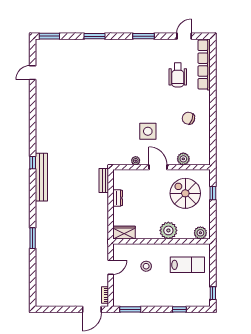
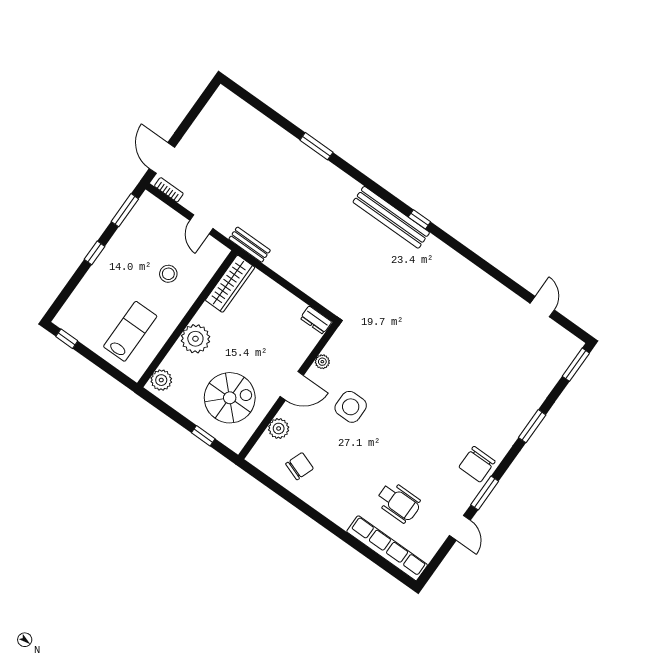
door: (184, 36) -> (460, 528), moved
chair: (132, 50) -> (477, 464), added
wheelchair: (178, 75) -> (398, 502), turned 180
chair: (188, 118) -> (300, 466), moved
bench: (104, 181) -> (250, 245), moved
dresser: (118, 198) -> (316, 320), moved
wardrobe: (124, 233) -> (230, 284), width x1.50
lab bench: (187, 265) -> (130, 331), turned 180
window: (179, 309) -> (95, 253), moved

